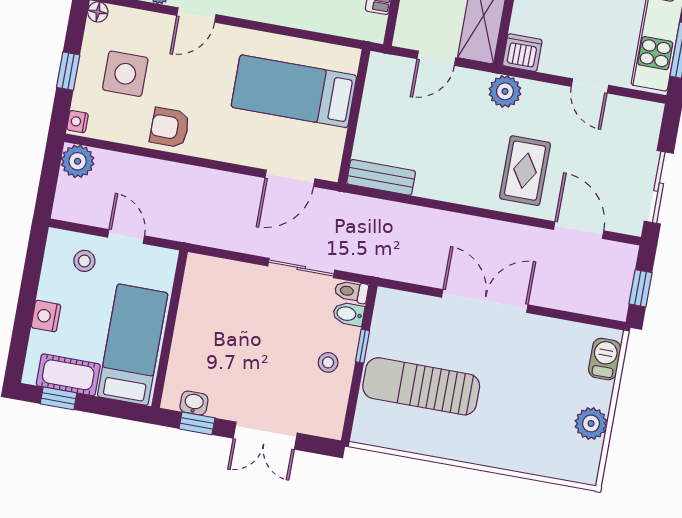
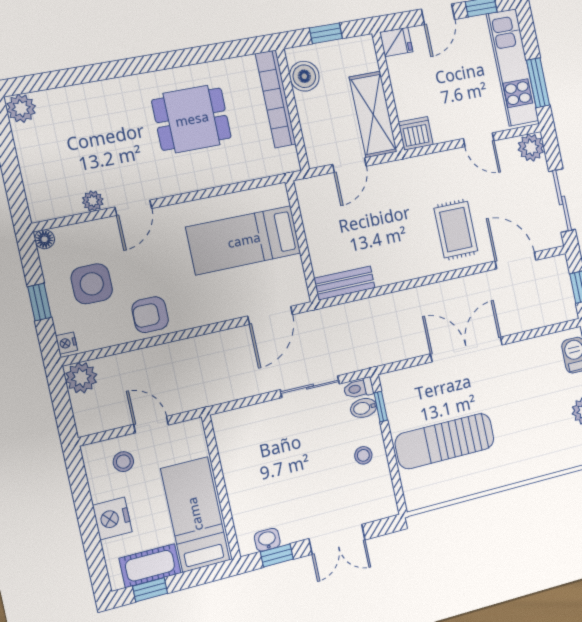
plant: (505, 91) -> (531, 148), moved
nightstand: (46, 316) -> (112, 519), width x1.36, depth x1.33
window: (362, 346) -> (381, 407), moved

